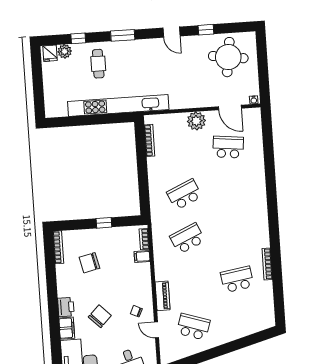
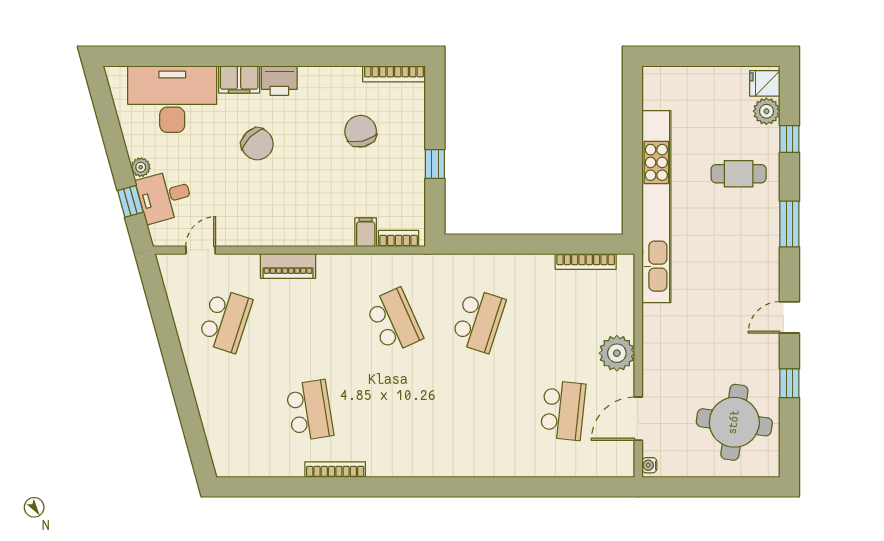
school desk: (184, 194) -> (479, 321), turned 42
chair: (136, 311) -> (262, 214), removed
door: (156, 330) -> (201, 250), moved

